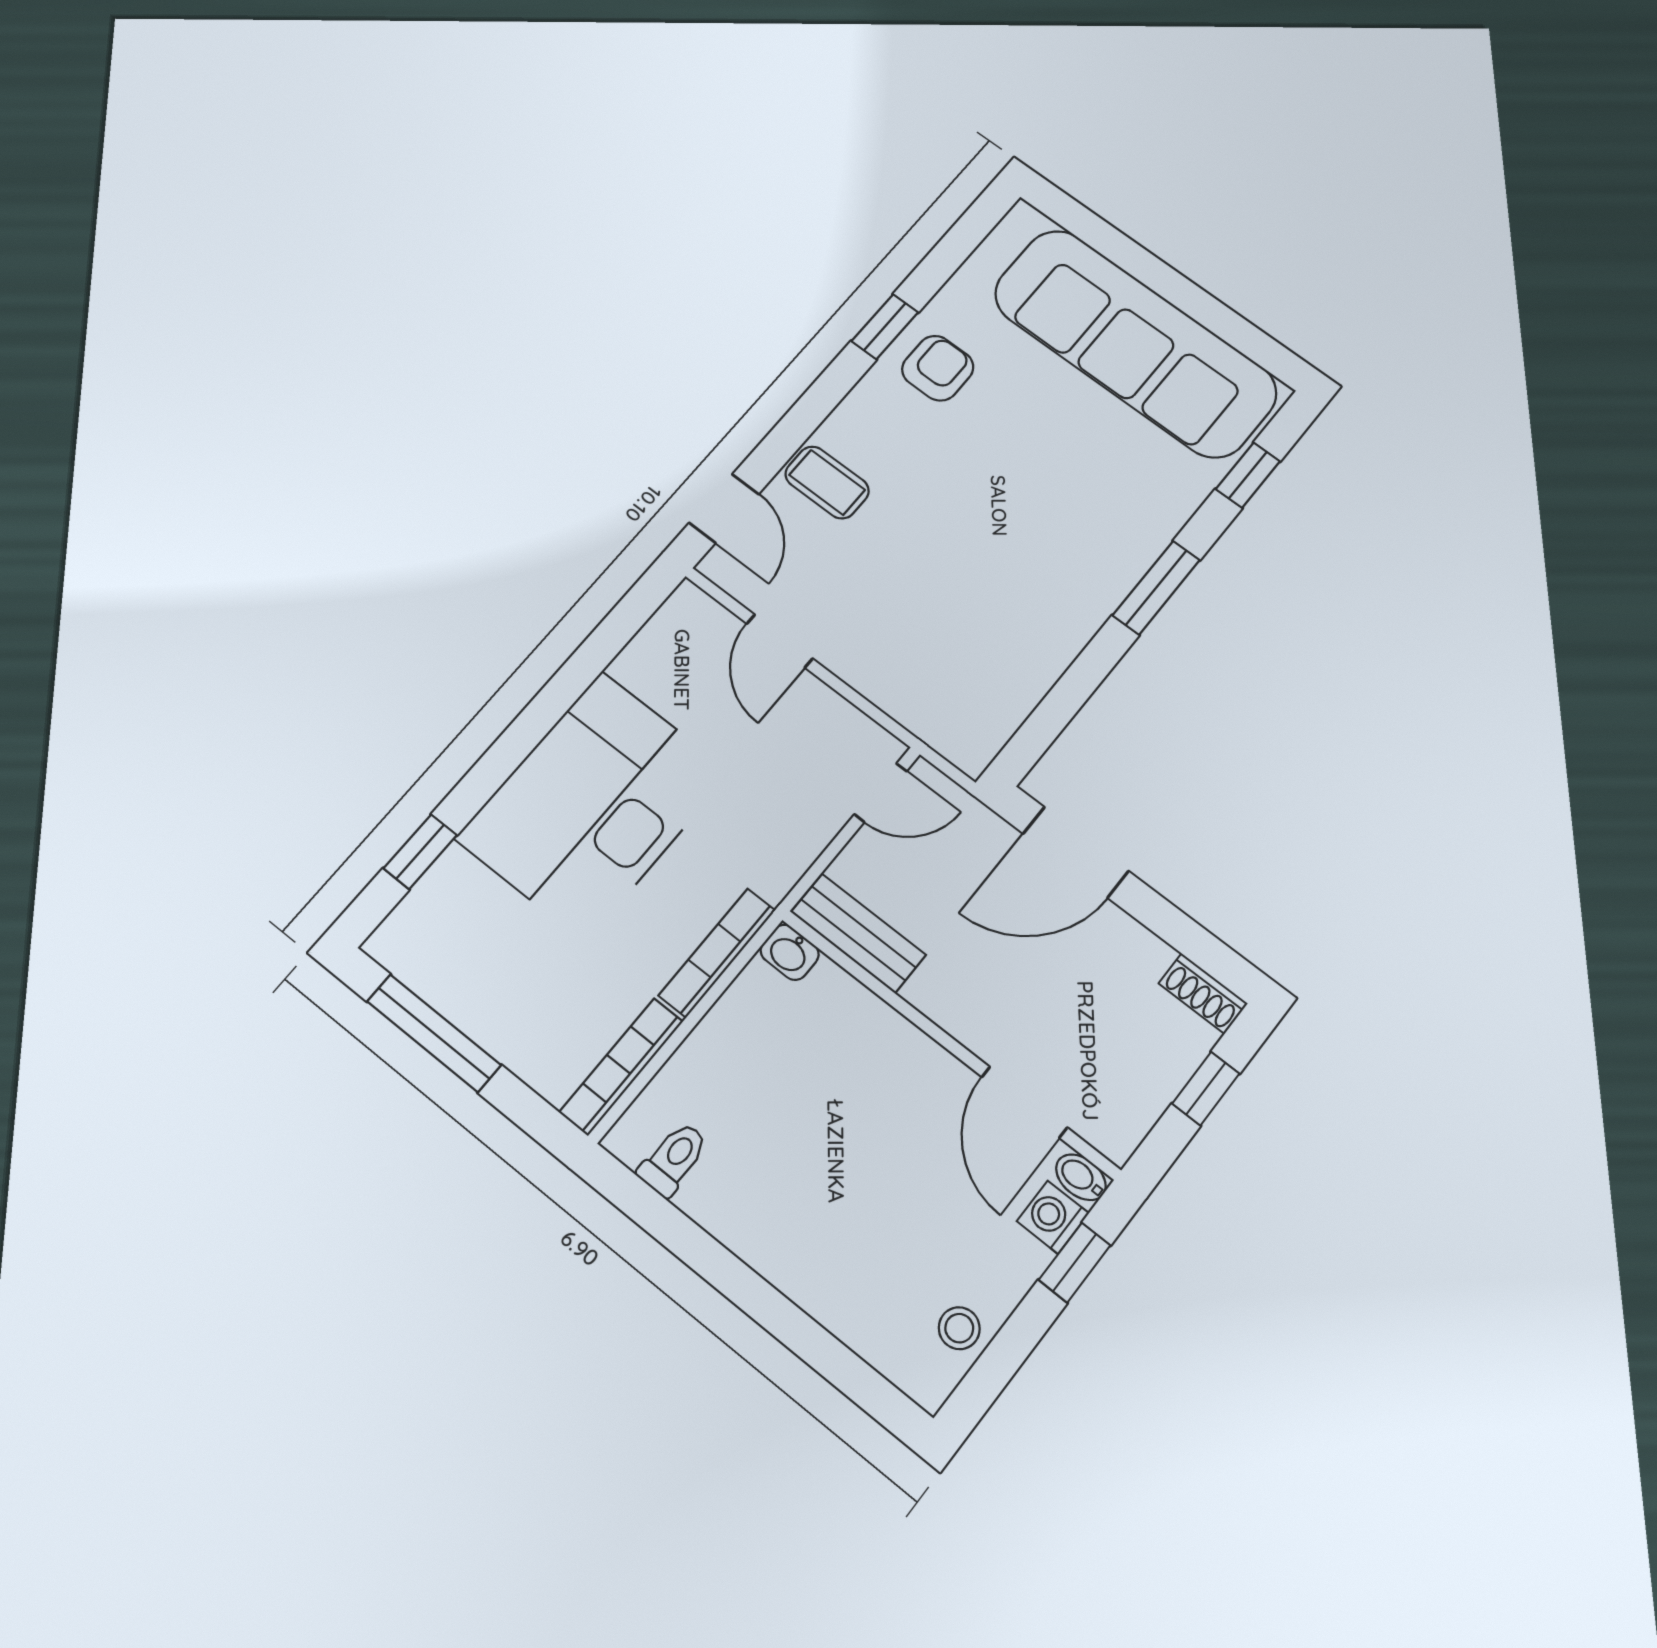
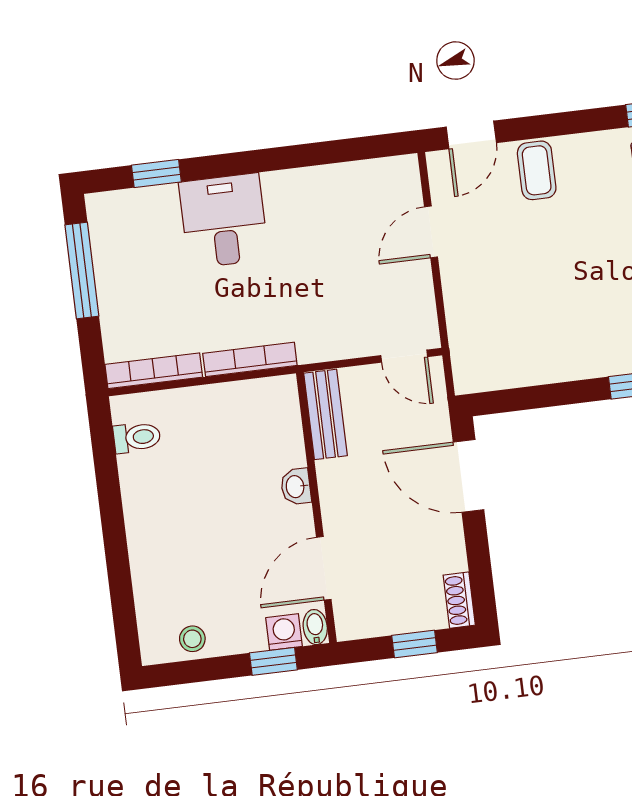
desk: (593, 805) -> (224, 221), width x0.53, depth x0.77
washbasin: (790, 952) -> (296, 487), moved

